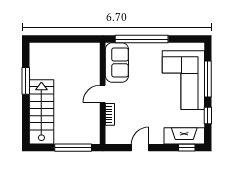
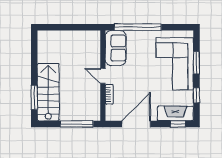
window: (208, 79) -> (197, 63), width x0.69
window: (26, 81) -> (34, 97), moved
door: (103, 94) -> (103, 76), hinge flipped
door: (140, 148) -> (136, 124), width x1.87

